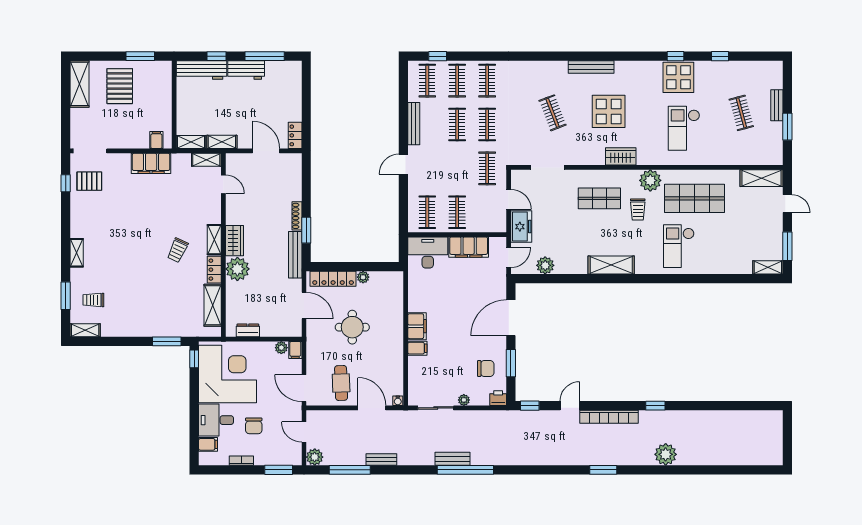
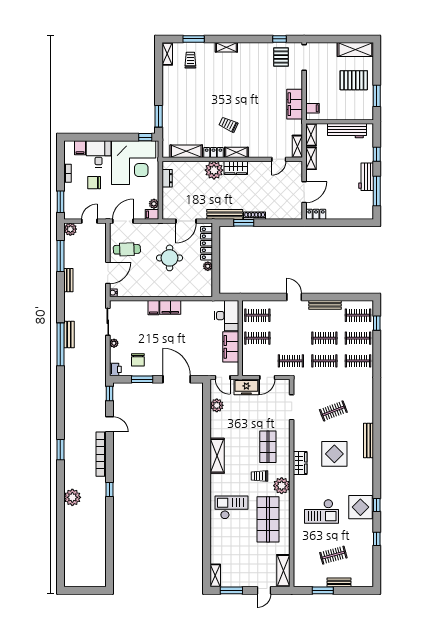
workbench: (201, 70) -> (347, 131), moved, turned -90
checkout: (684, 128) -> (322, 511), turned 180

